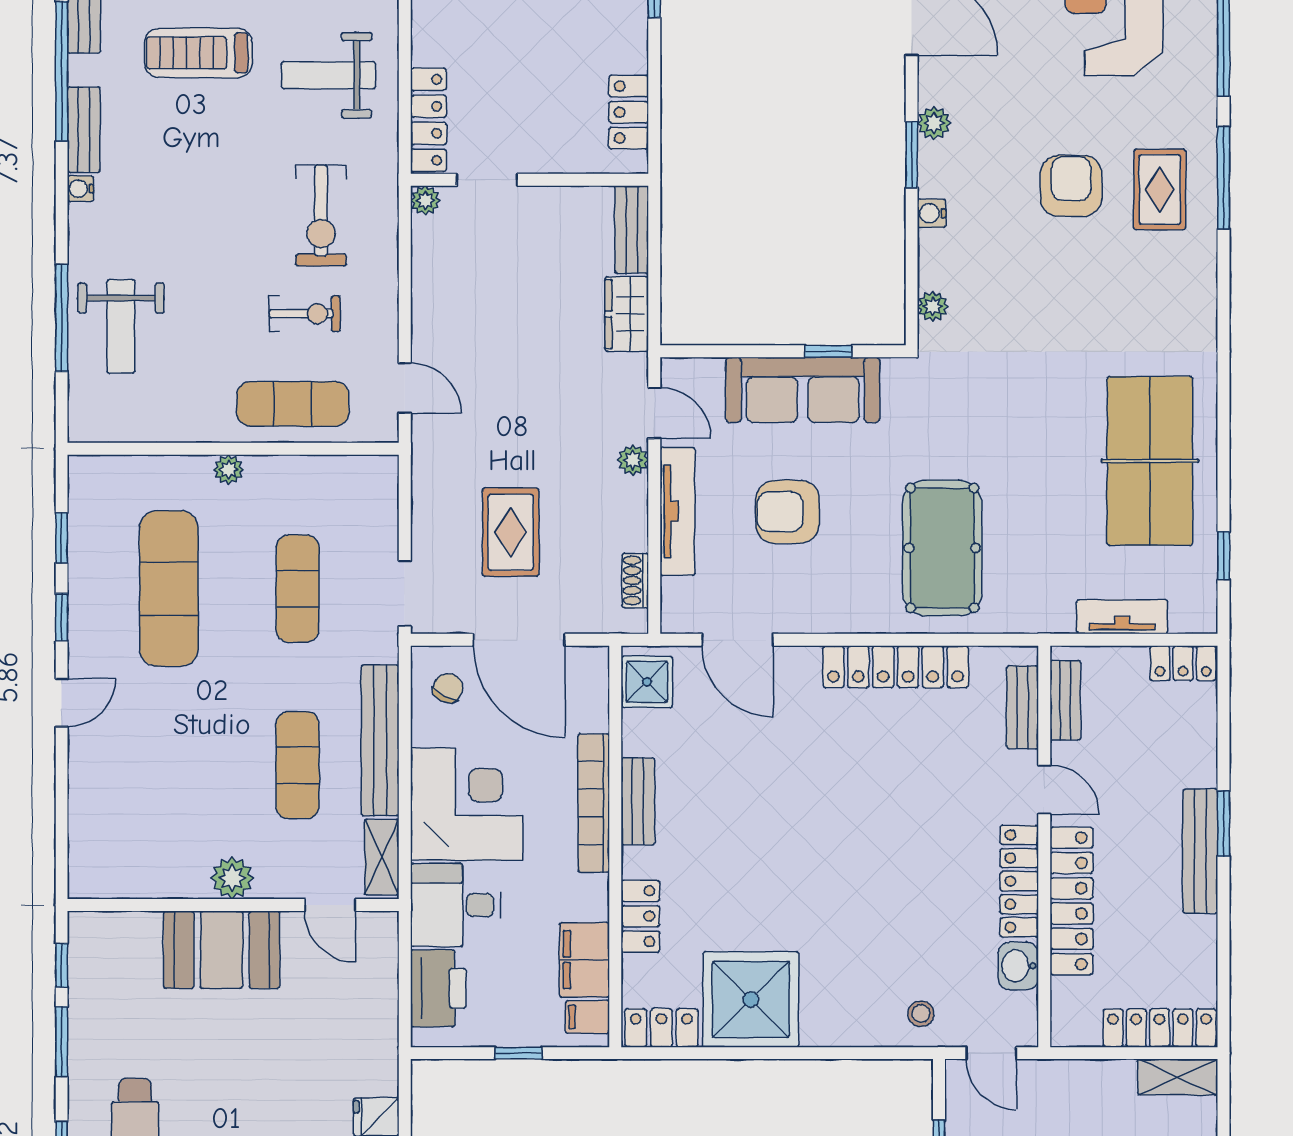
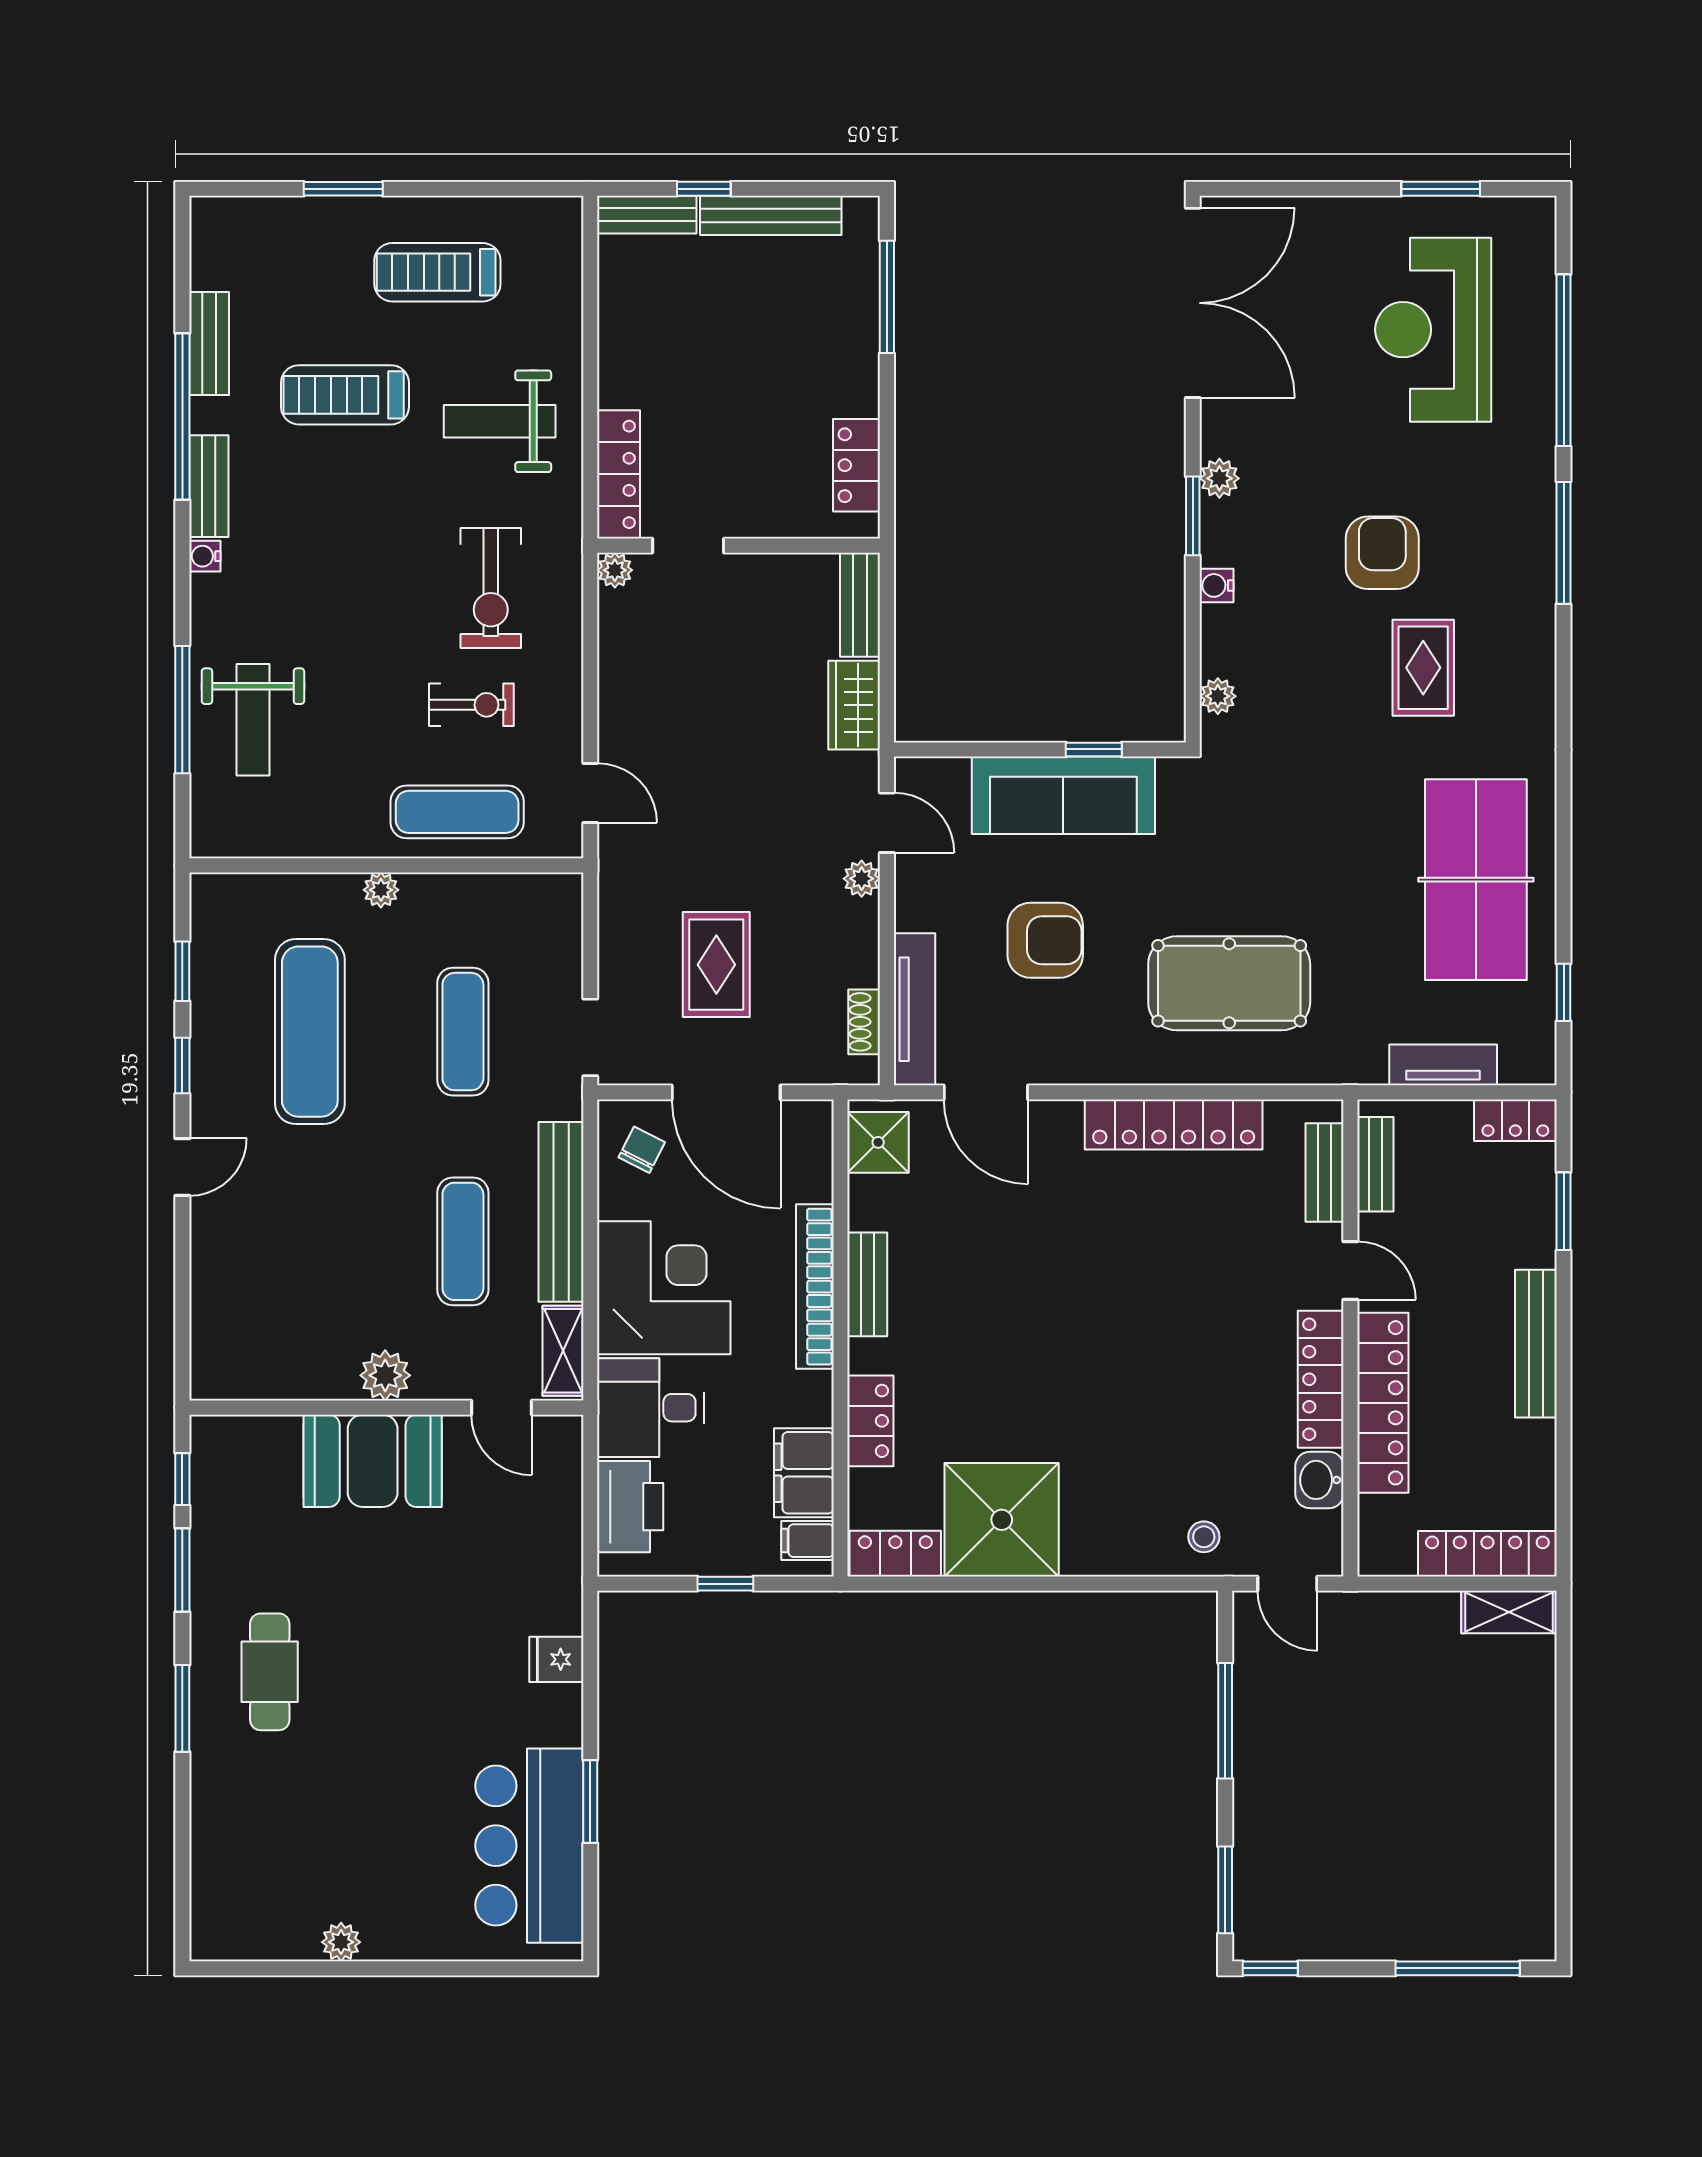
rug: (1160, 190) -> (1423, 668), moved
tv unit: (677, 511) -> (914, 1009), moved
armchair: (787, 512) -> (1045, 940), turned 180
pool table: (942, 548) -> (1229, 983), turned 90
window: (1224, 824) -> (1564, 1211), moved

